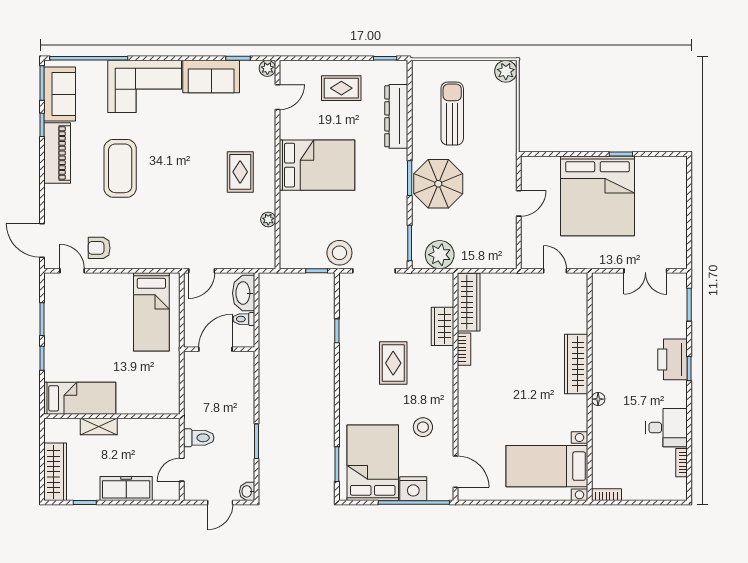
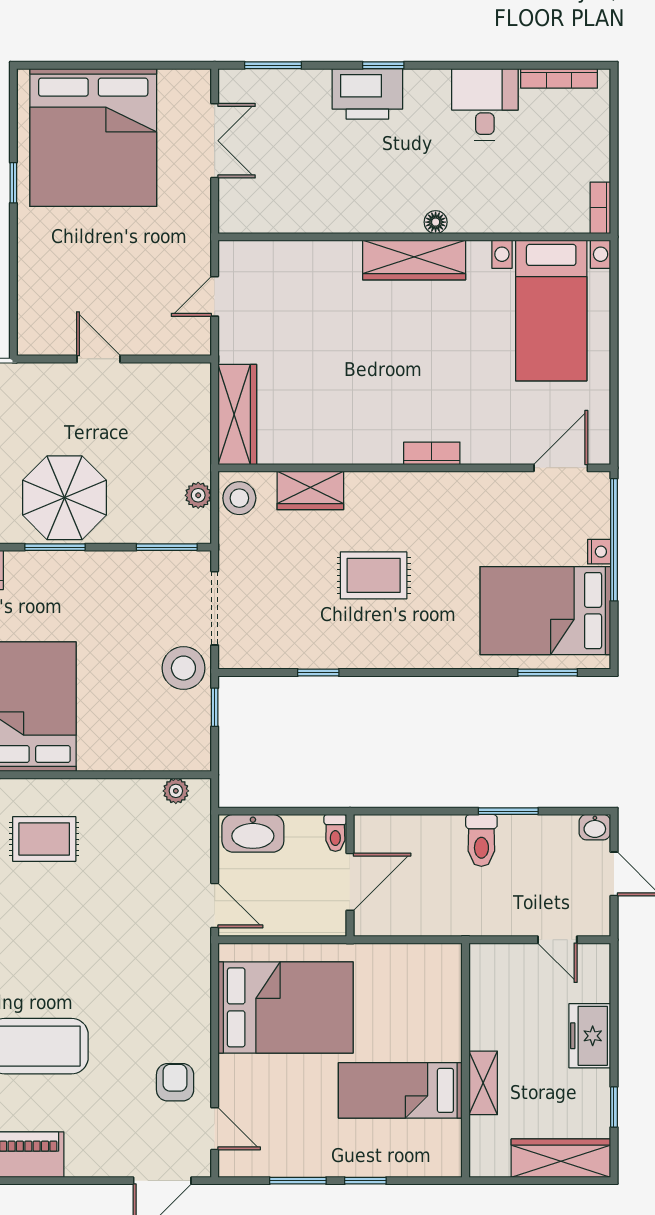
bed: (597, 196) -> (93, 138), moved, turned 90
plant: (268, 219) -> (176, 791), moved
armchair: (99, 248) -> (175, 1082), turned 180
plant: (440, 255) -> (198, 495), width x0.53, depth x0.53
door: (72, 271) -> (215, 1129), swing flipped
wardrobe: (469, 302) -> (237, 415), moved, turned 90
bed: (151, 312) -> (286, 1007), width x1.50
toilet: (244, 319) -> (335, 833), moved
door: (215, 349) -> (350, 882), swing flipped
bookcase: (464, 349) -> (432, 453), moved
wardrobe: (576, 364) -> (414, 260), moved
bed: (80, 398) -> (400, 1090), moved, turned -90
stool: (423, 427) -> (239, 498), moved
toilet: (199, 438) -> (481, 840), moved, turned 180
bookcase: (682, 463) -> (559, 78), width x1.56
freezer: (126, 488) -> (590, 1036), width x0.71
nightstand: (413, 489) -> (599, 552), width x0.53, depth x0.56

